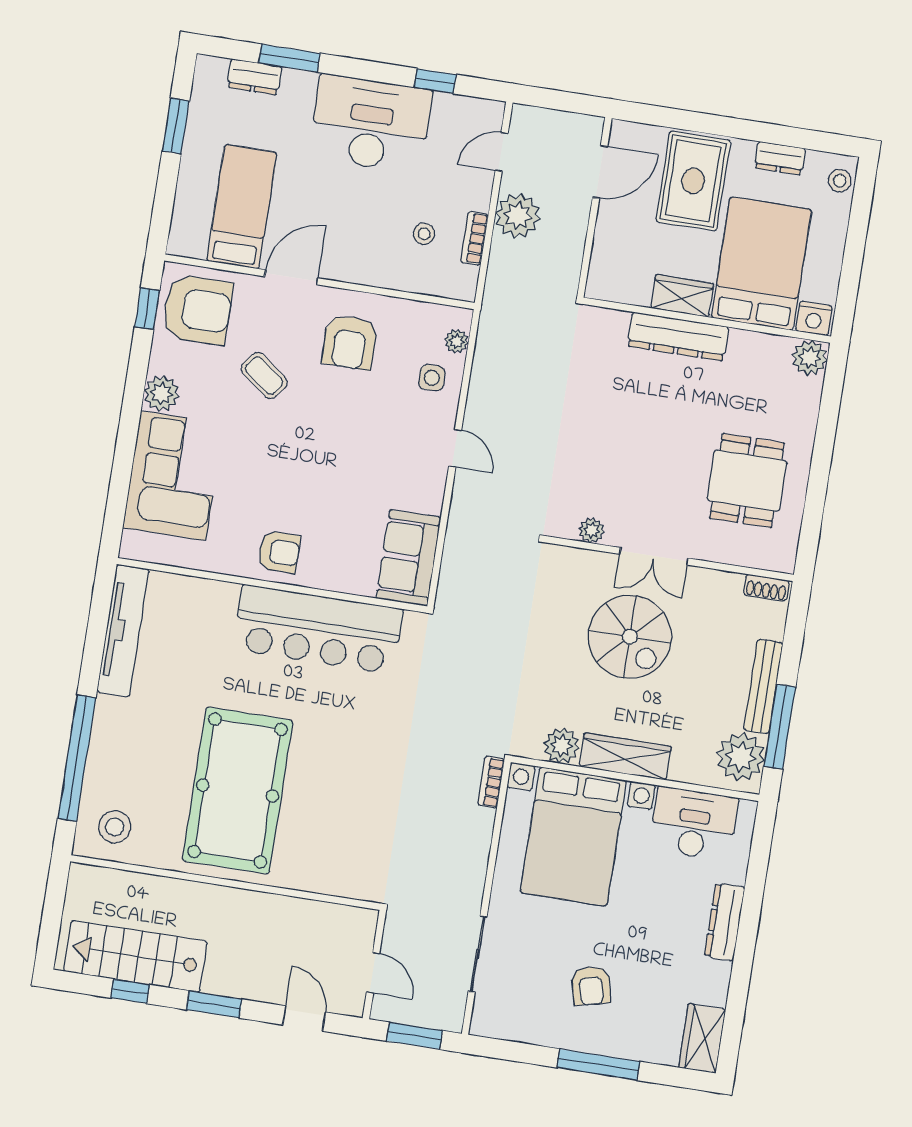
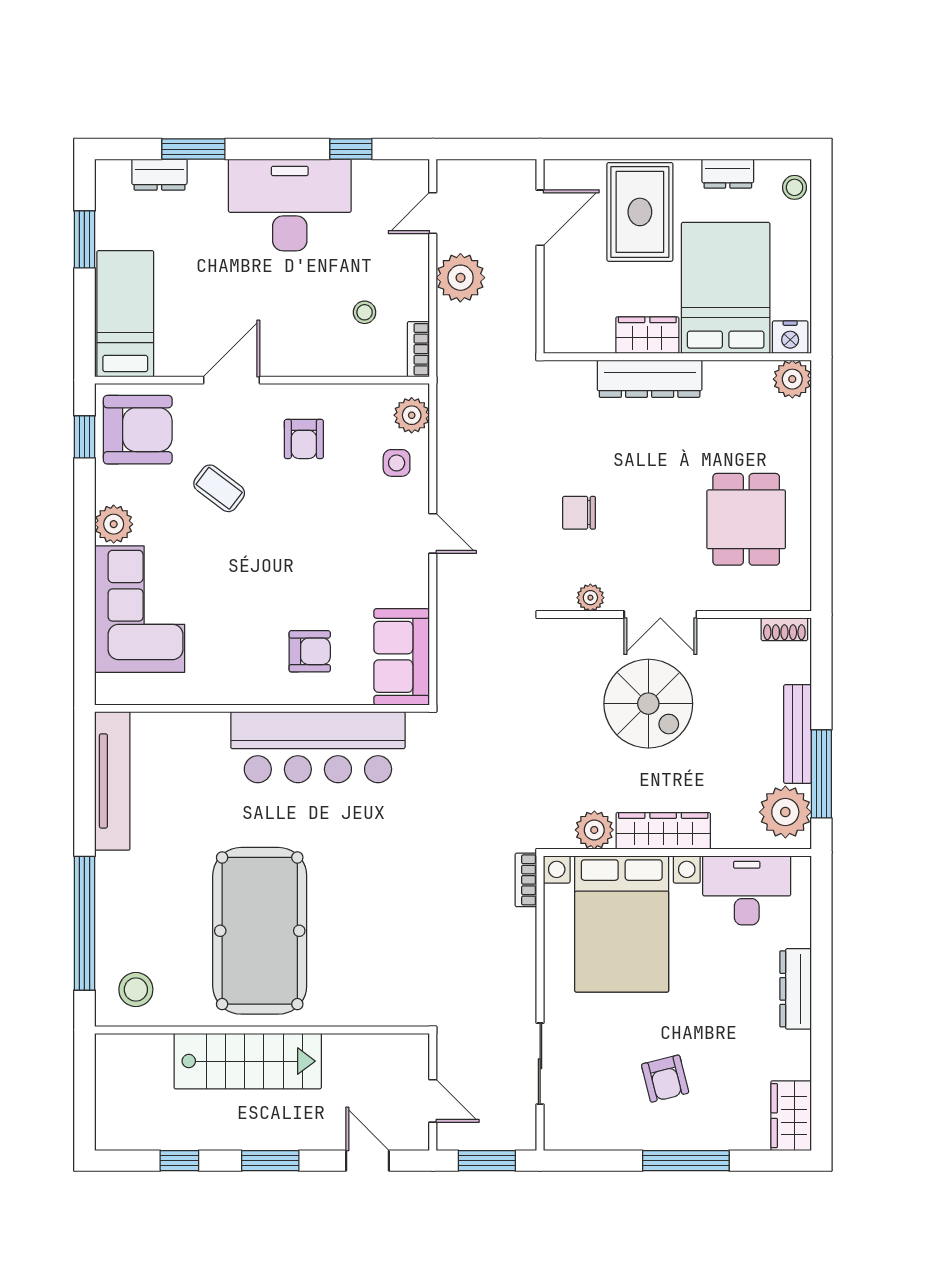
bed: (242, 207) -> (125, 314), moved
bookcase: (474, 238) -> (418, 349), moved
plant: (457, 341) -> (412, 415), width x1.38, depth x1.38
armchair: (350, 342) -> (304, 439), width x0.72, depth x0.72
chair: (593, 450) -> (579, 513), added
armchair: (279, 552) -> (310, 651), moved
stairs: (136, 956) -> (248, 1061), moved, turned 180

